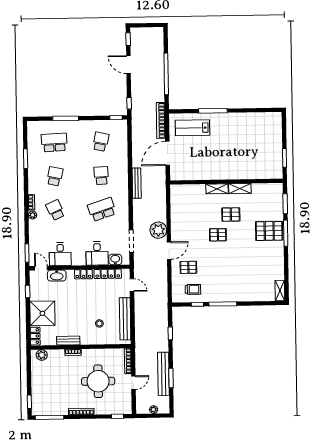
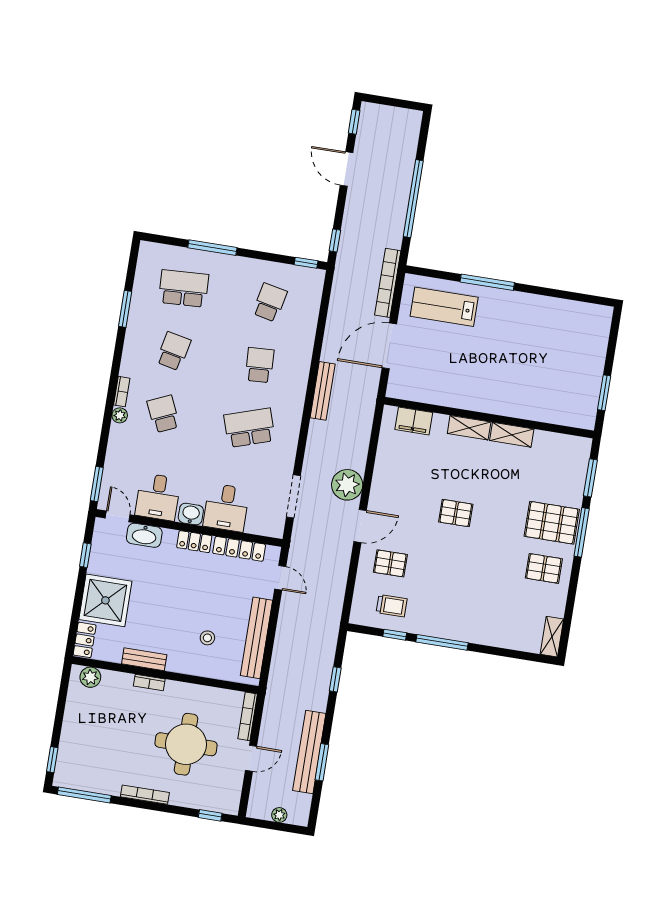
filing cabinet: (187, 190) -> (414, 421), added
pallet: (231, 215) -> (544, 568), moved
washbasin: (115, 259) -> (191, 514), moved

